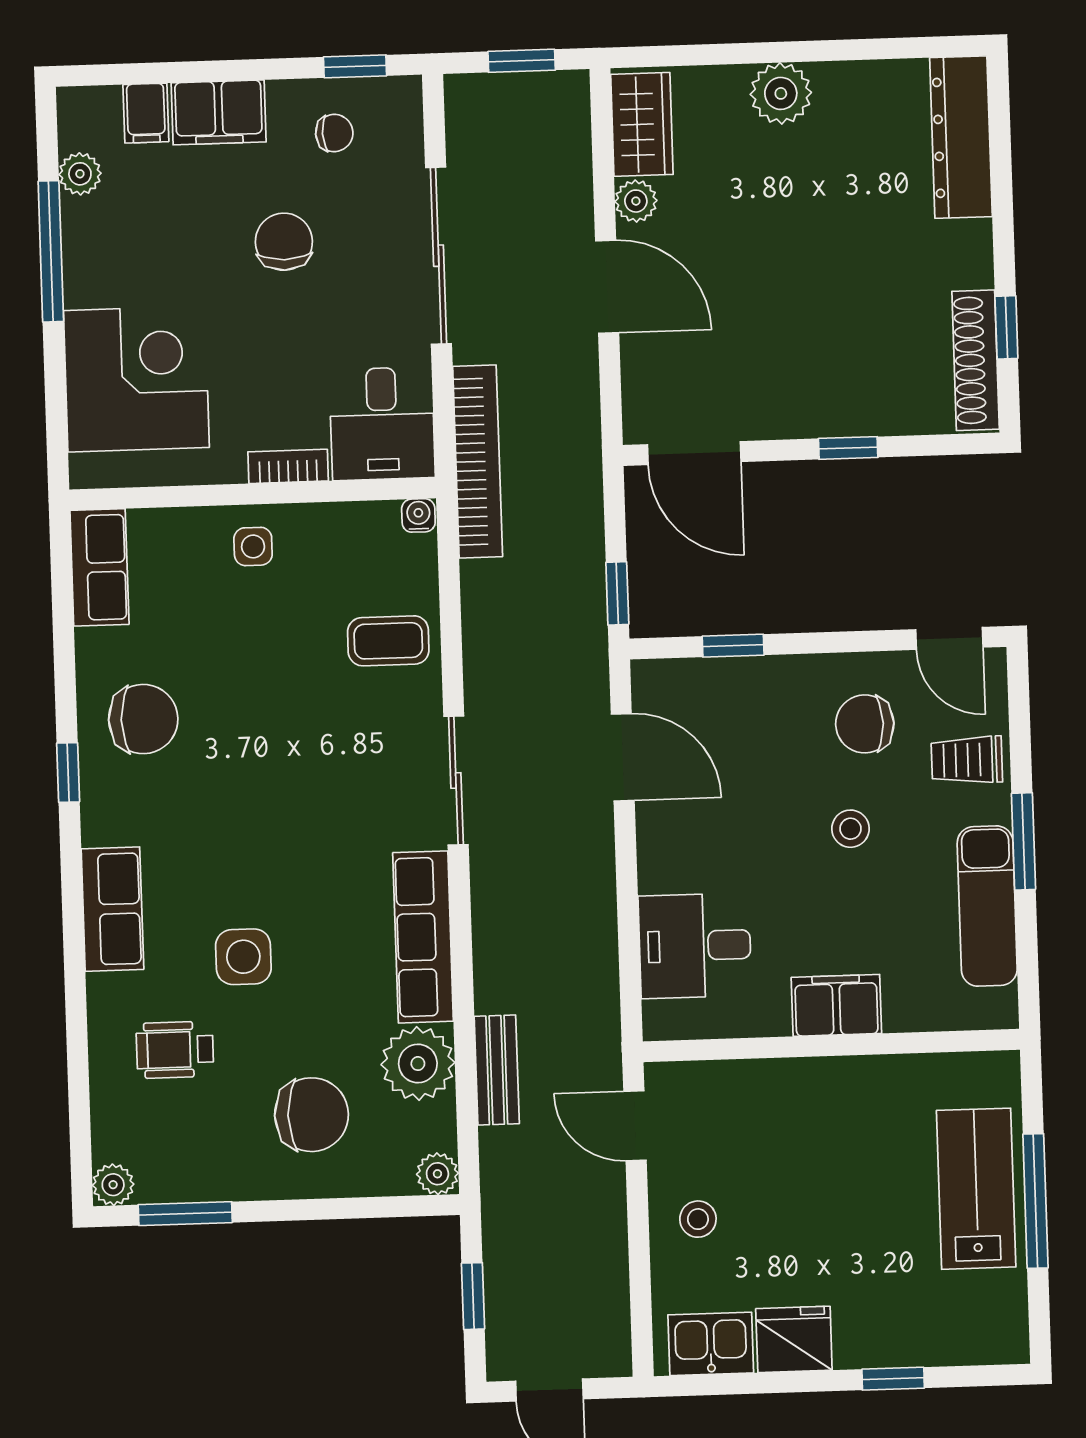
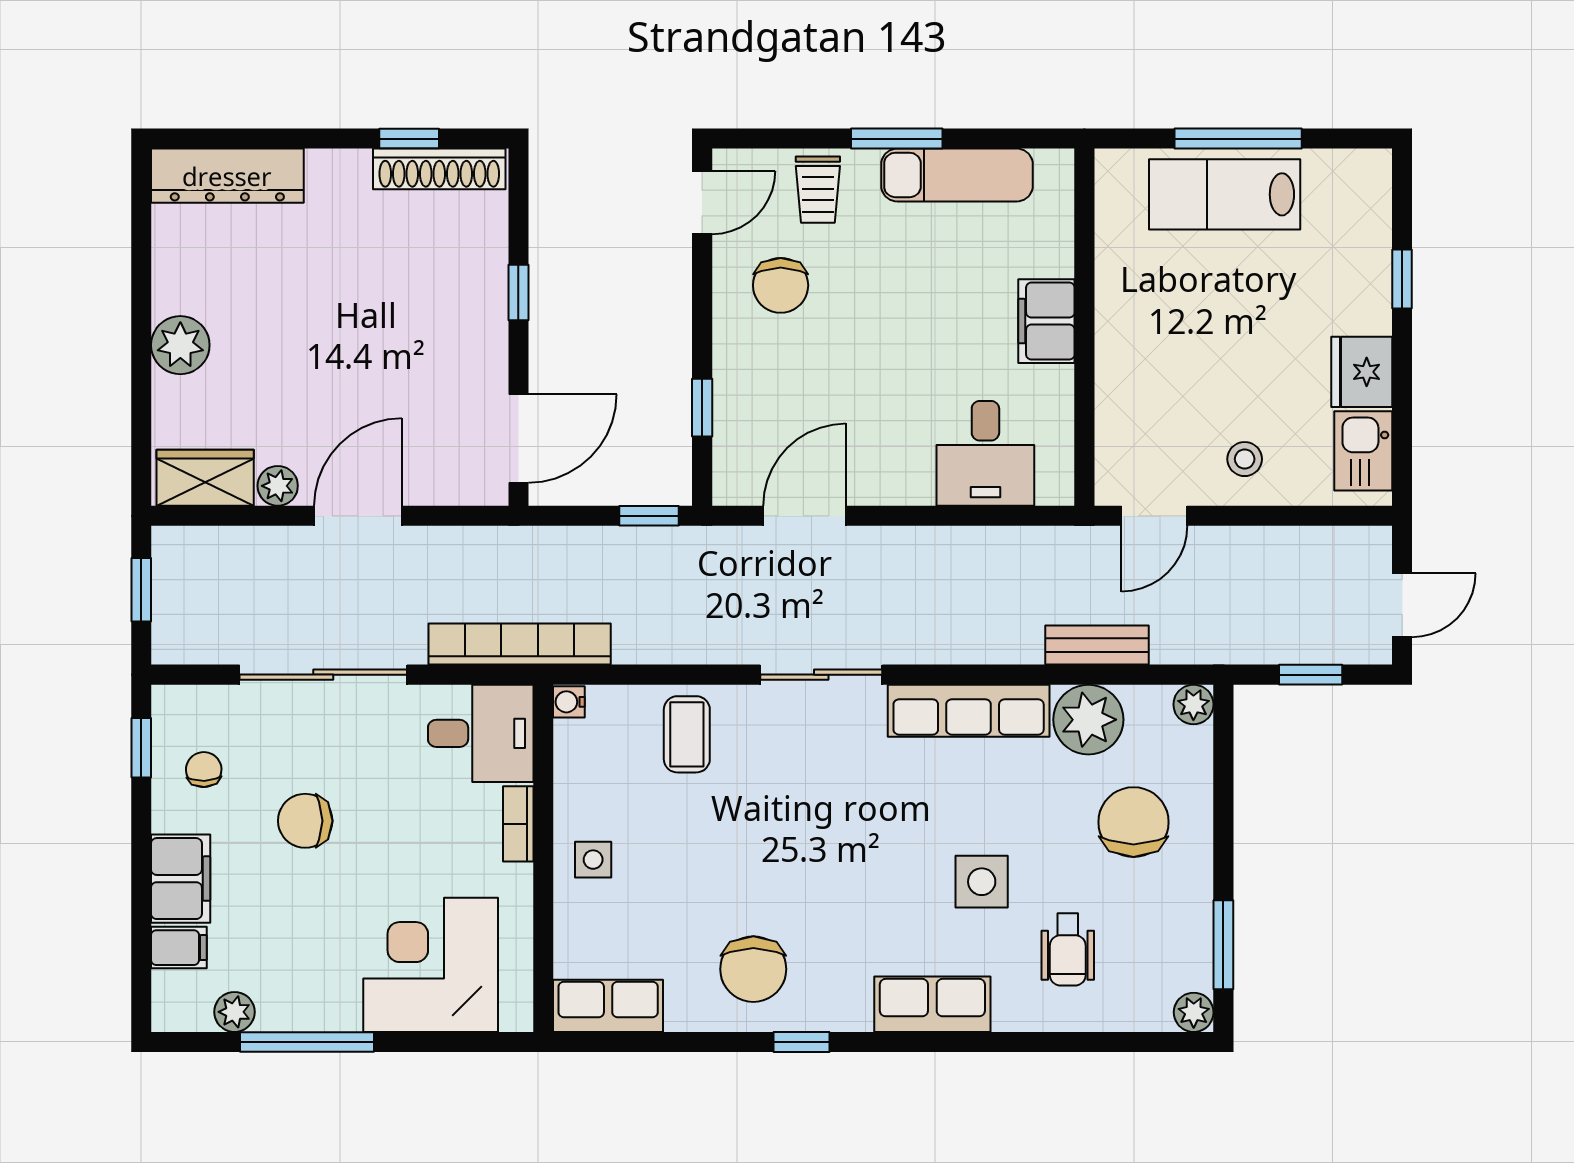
chair: (143, 719) -> (753, 969), turned 180
stool: (850, 829) -> (879, 302), removed

